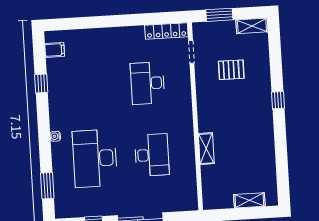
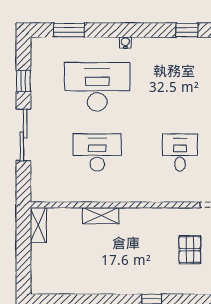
desk: (148, 83) -> (180, 152), width x0.73
desk: (152, 155) -> (97, 152), turned 180
shelving: (249, 200) -> (38, 225), moved

